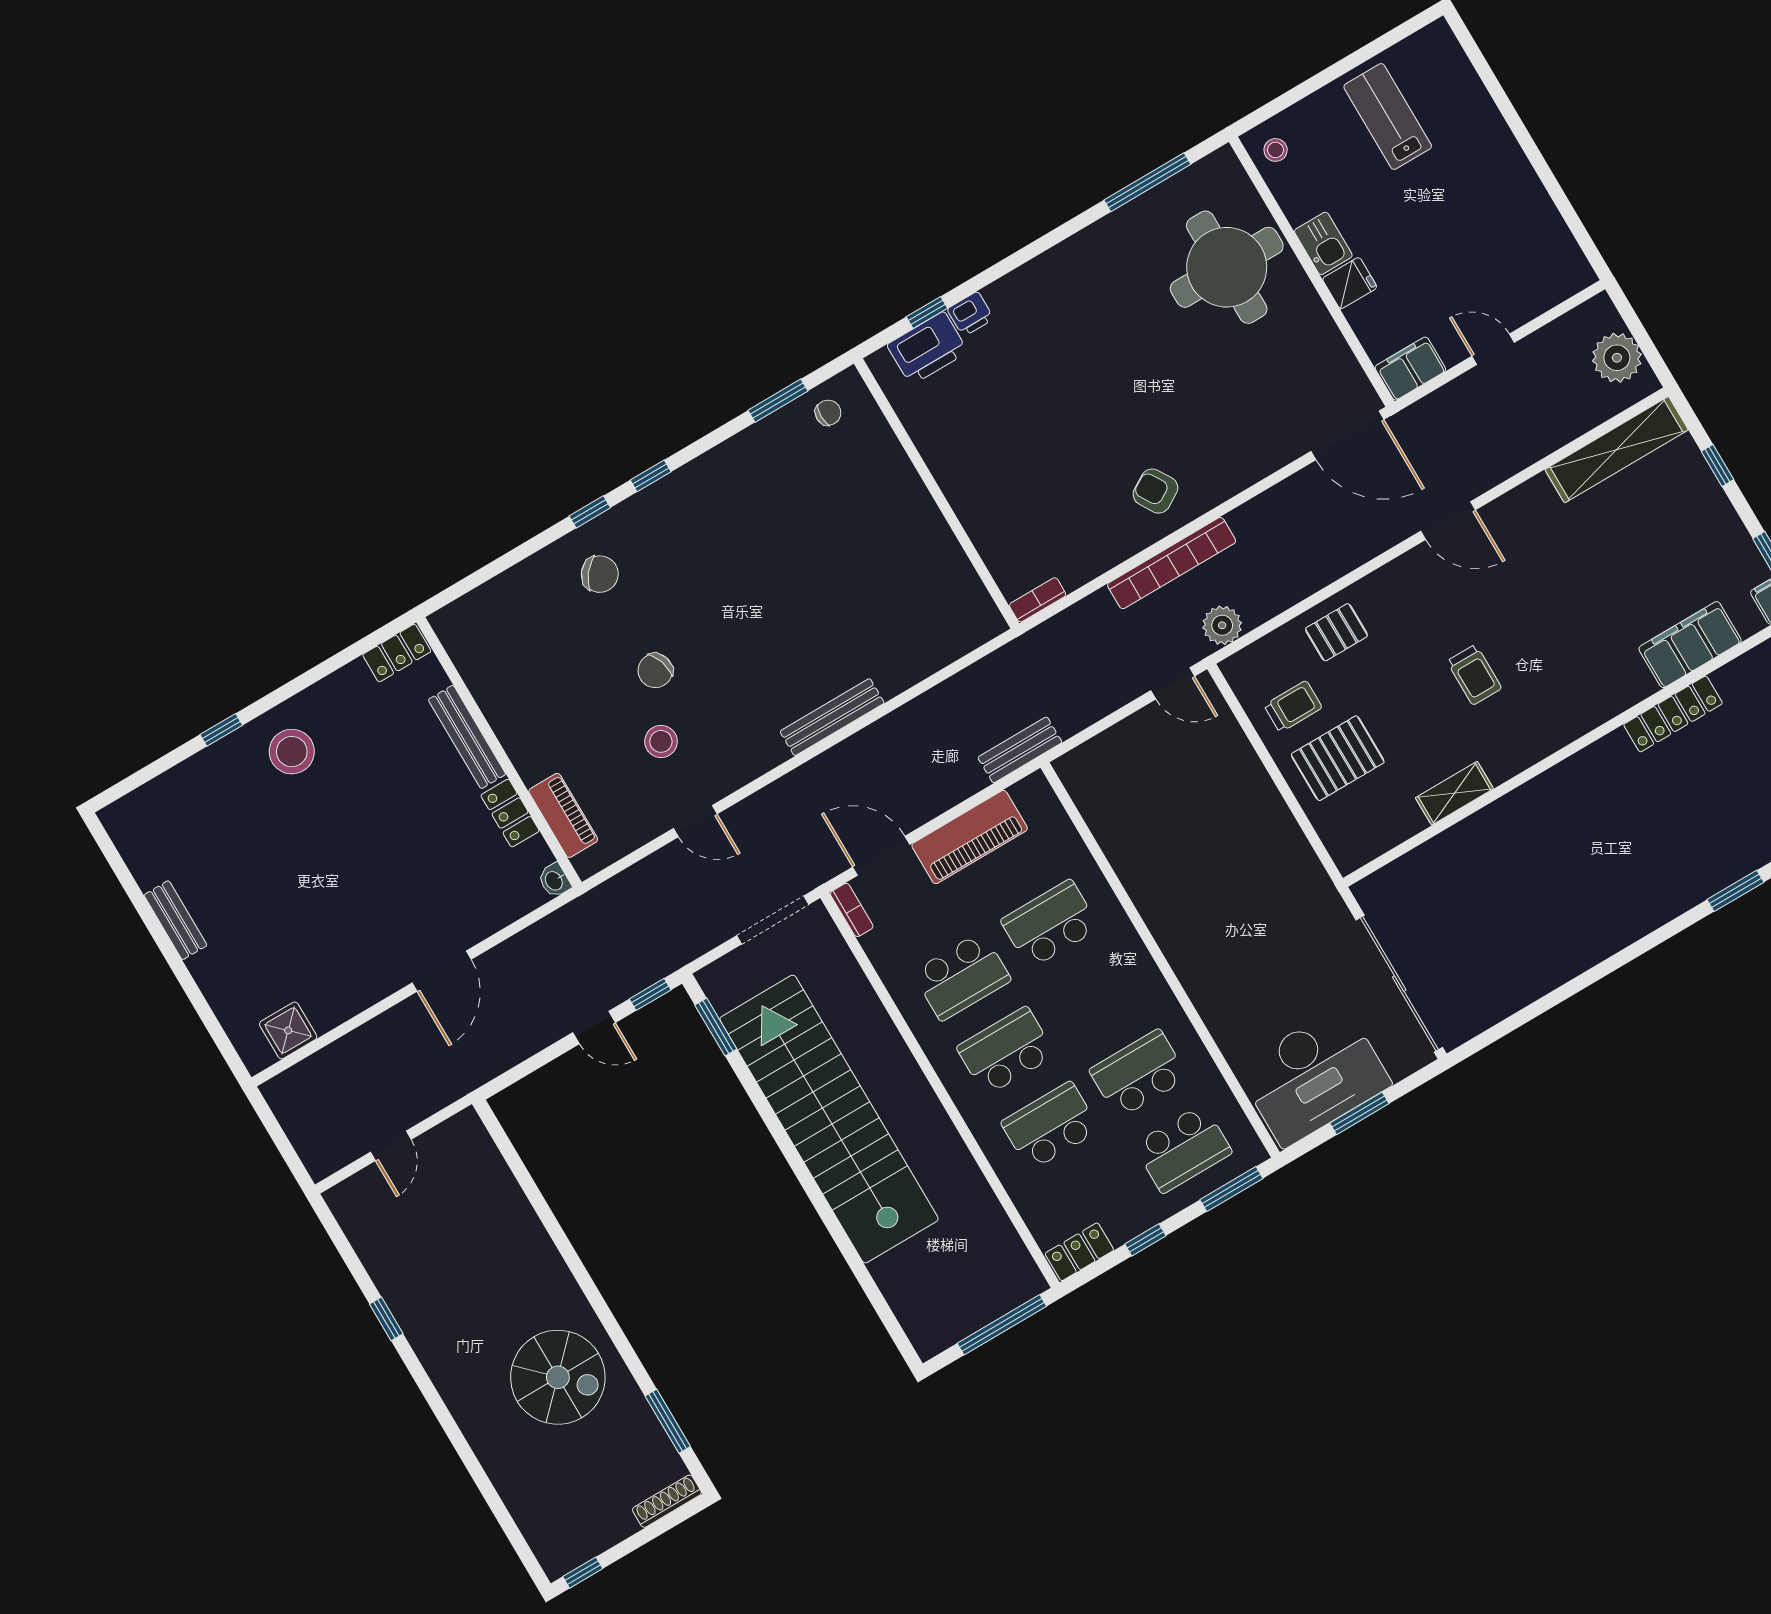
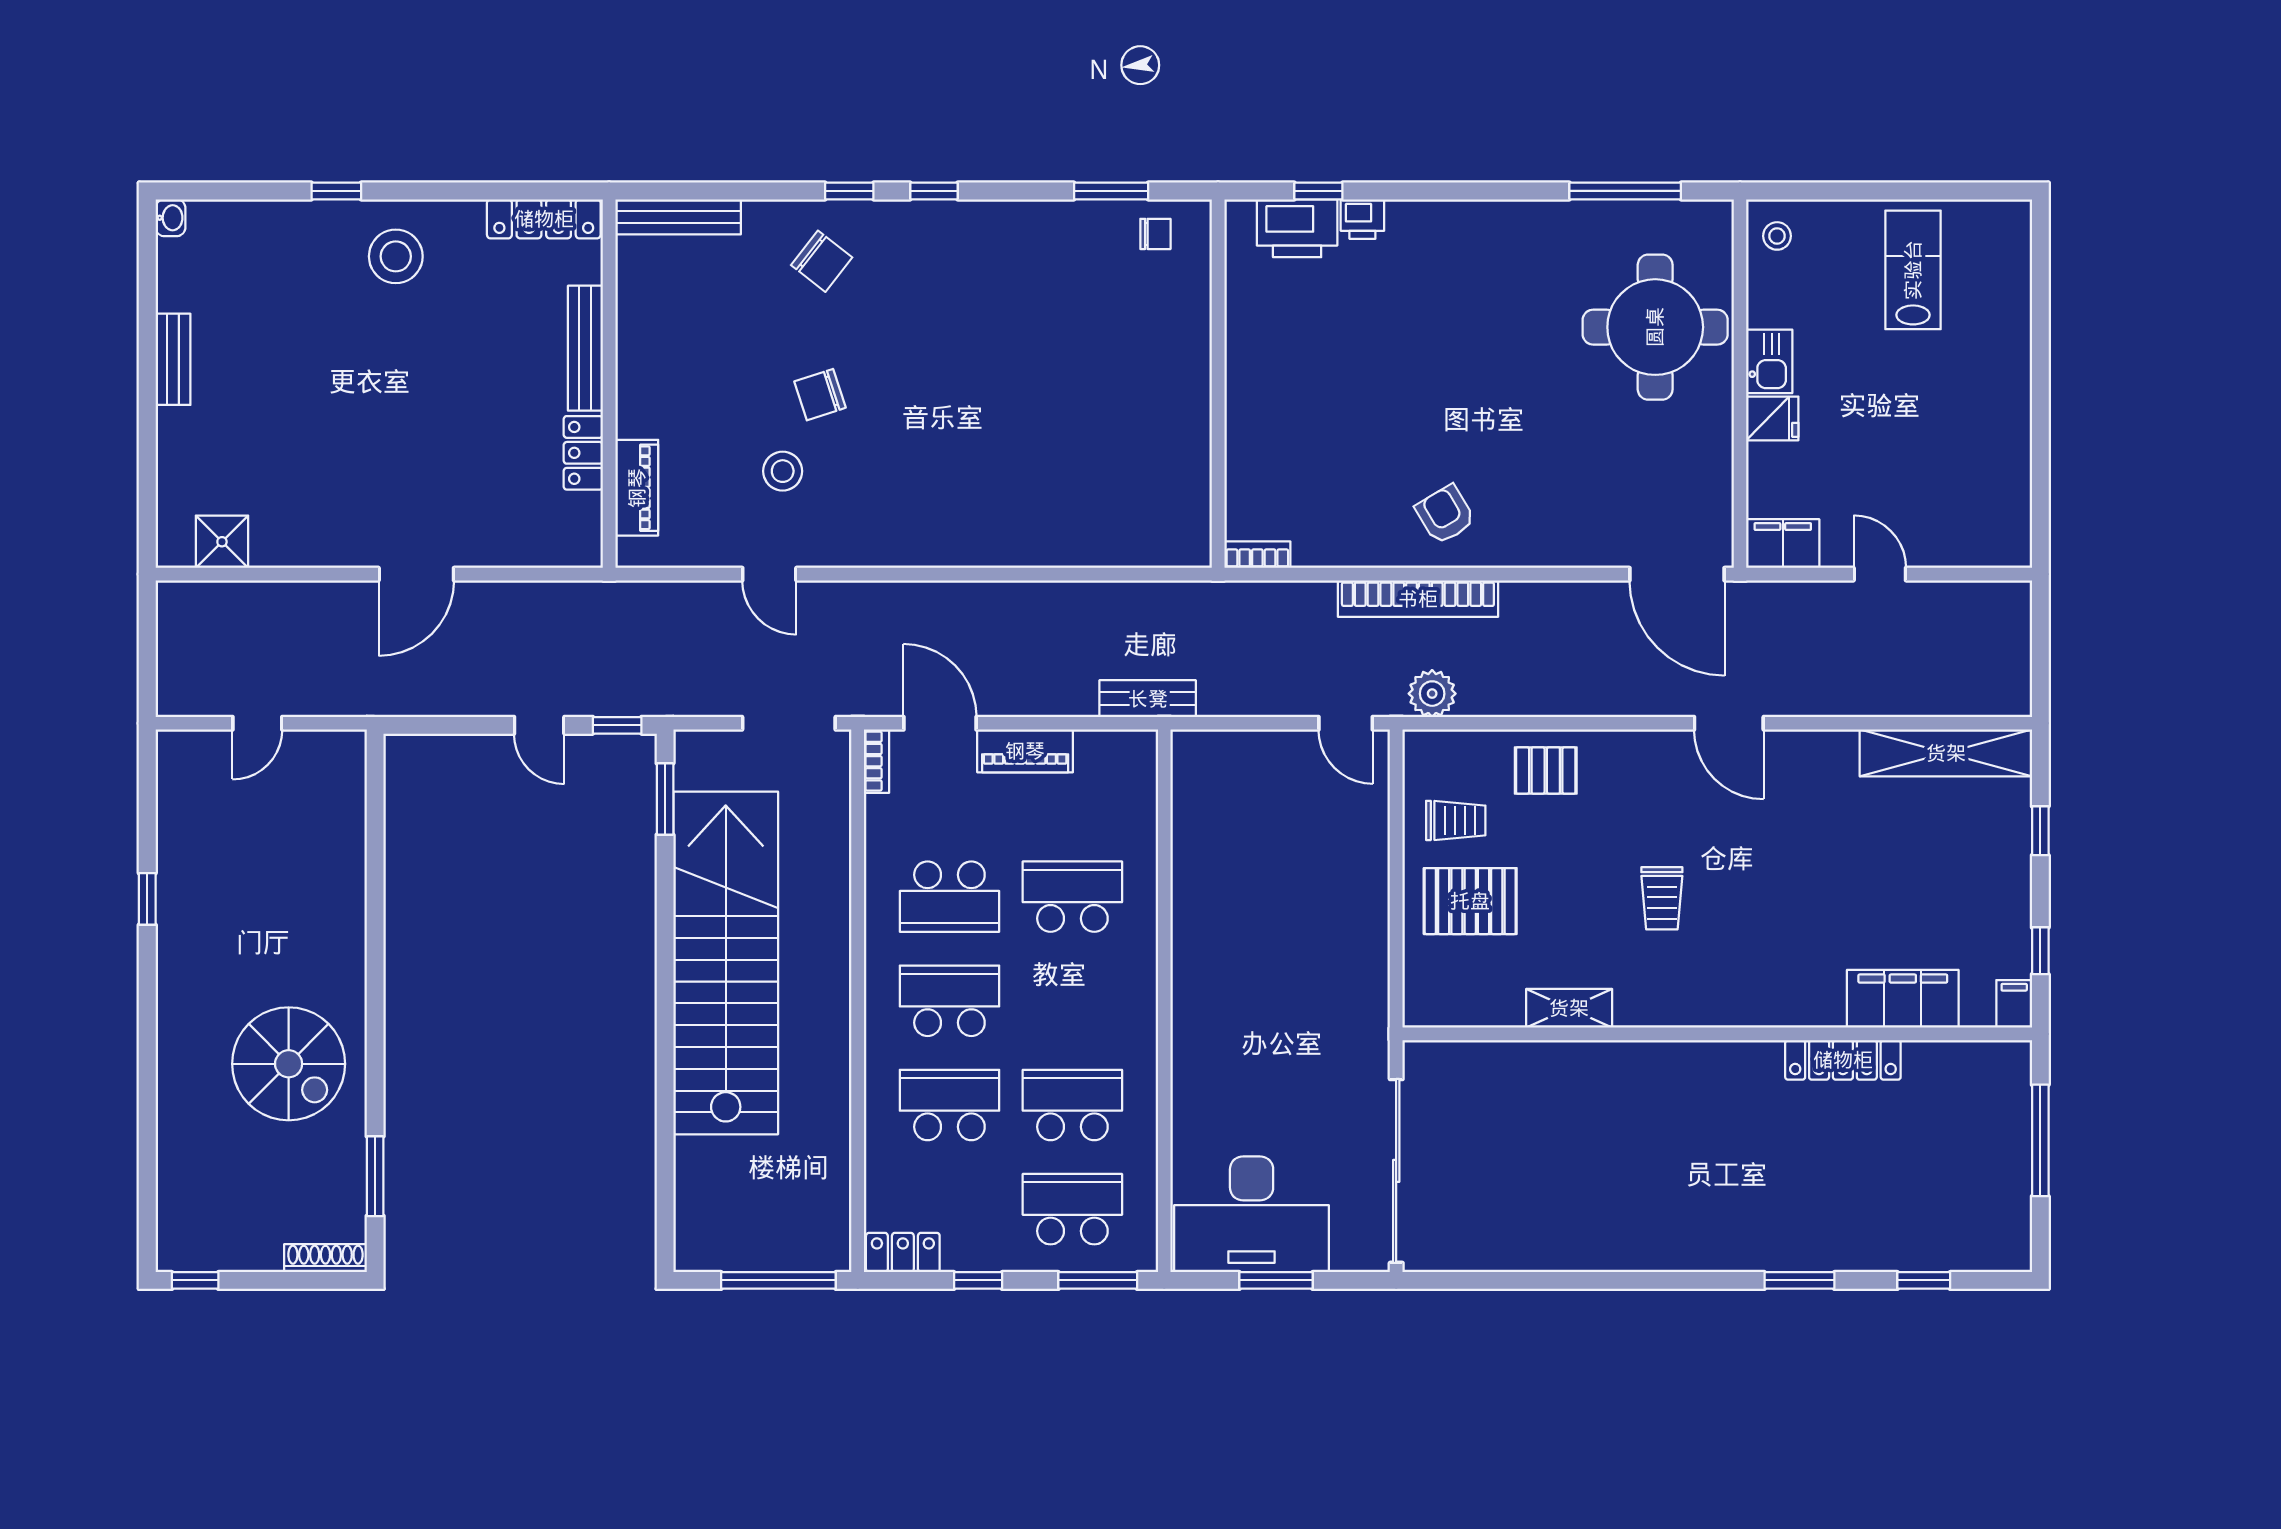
plant: (1617, 358) -> (2002, 658), removed
locker: (397, 653) -> (544, 219), width x1.53
bench: (832, 717) -> (678, 217), moved
piano: (970, 837) -> (1025, 751), width x0.73, depth x0.75
washbasin: (554, 880) -> (170, 218), moved, turned 180
school desk: (1183, 1149) -> (1072, 1209), turned 180

